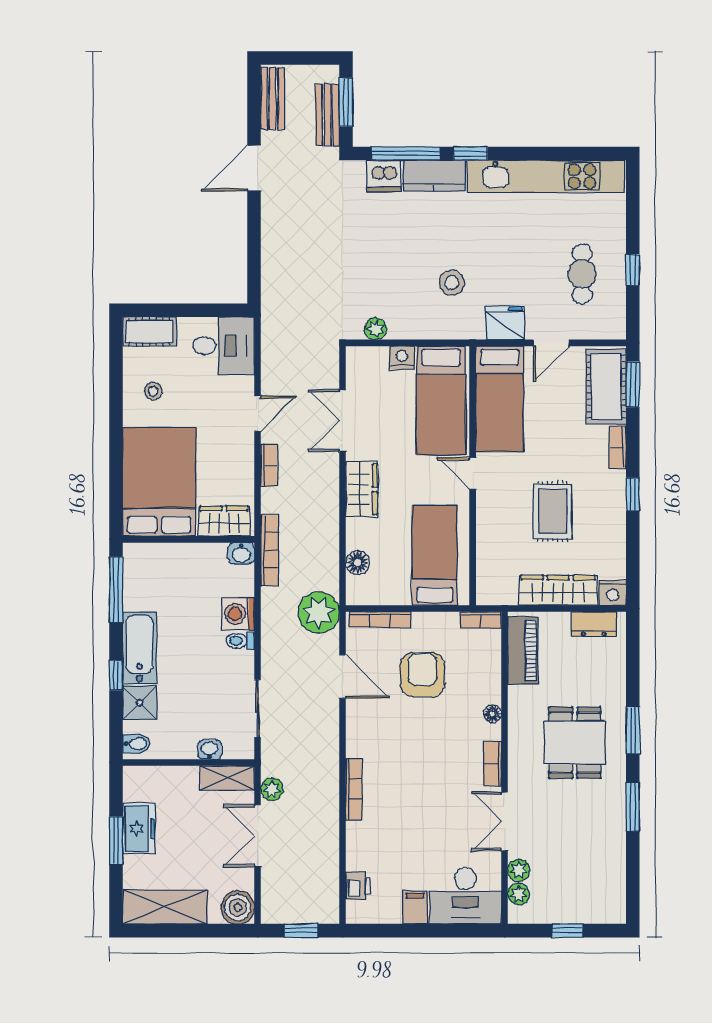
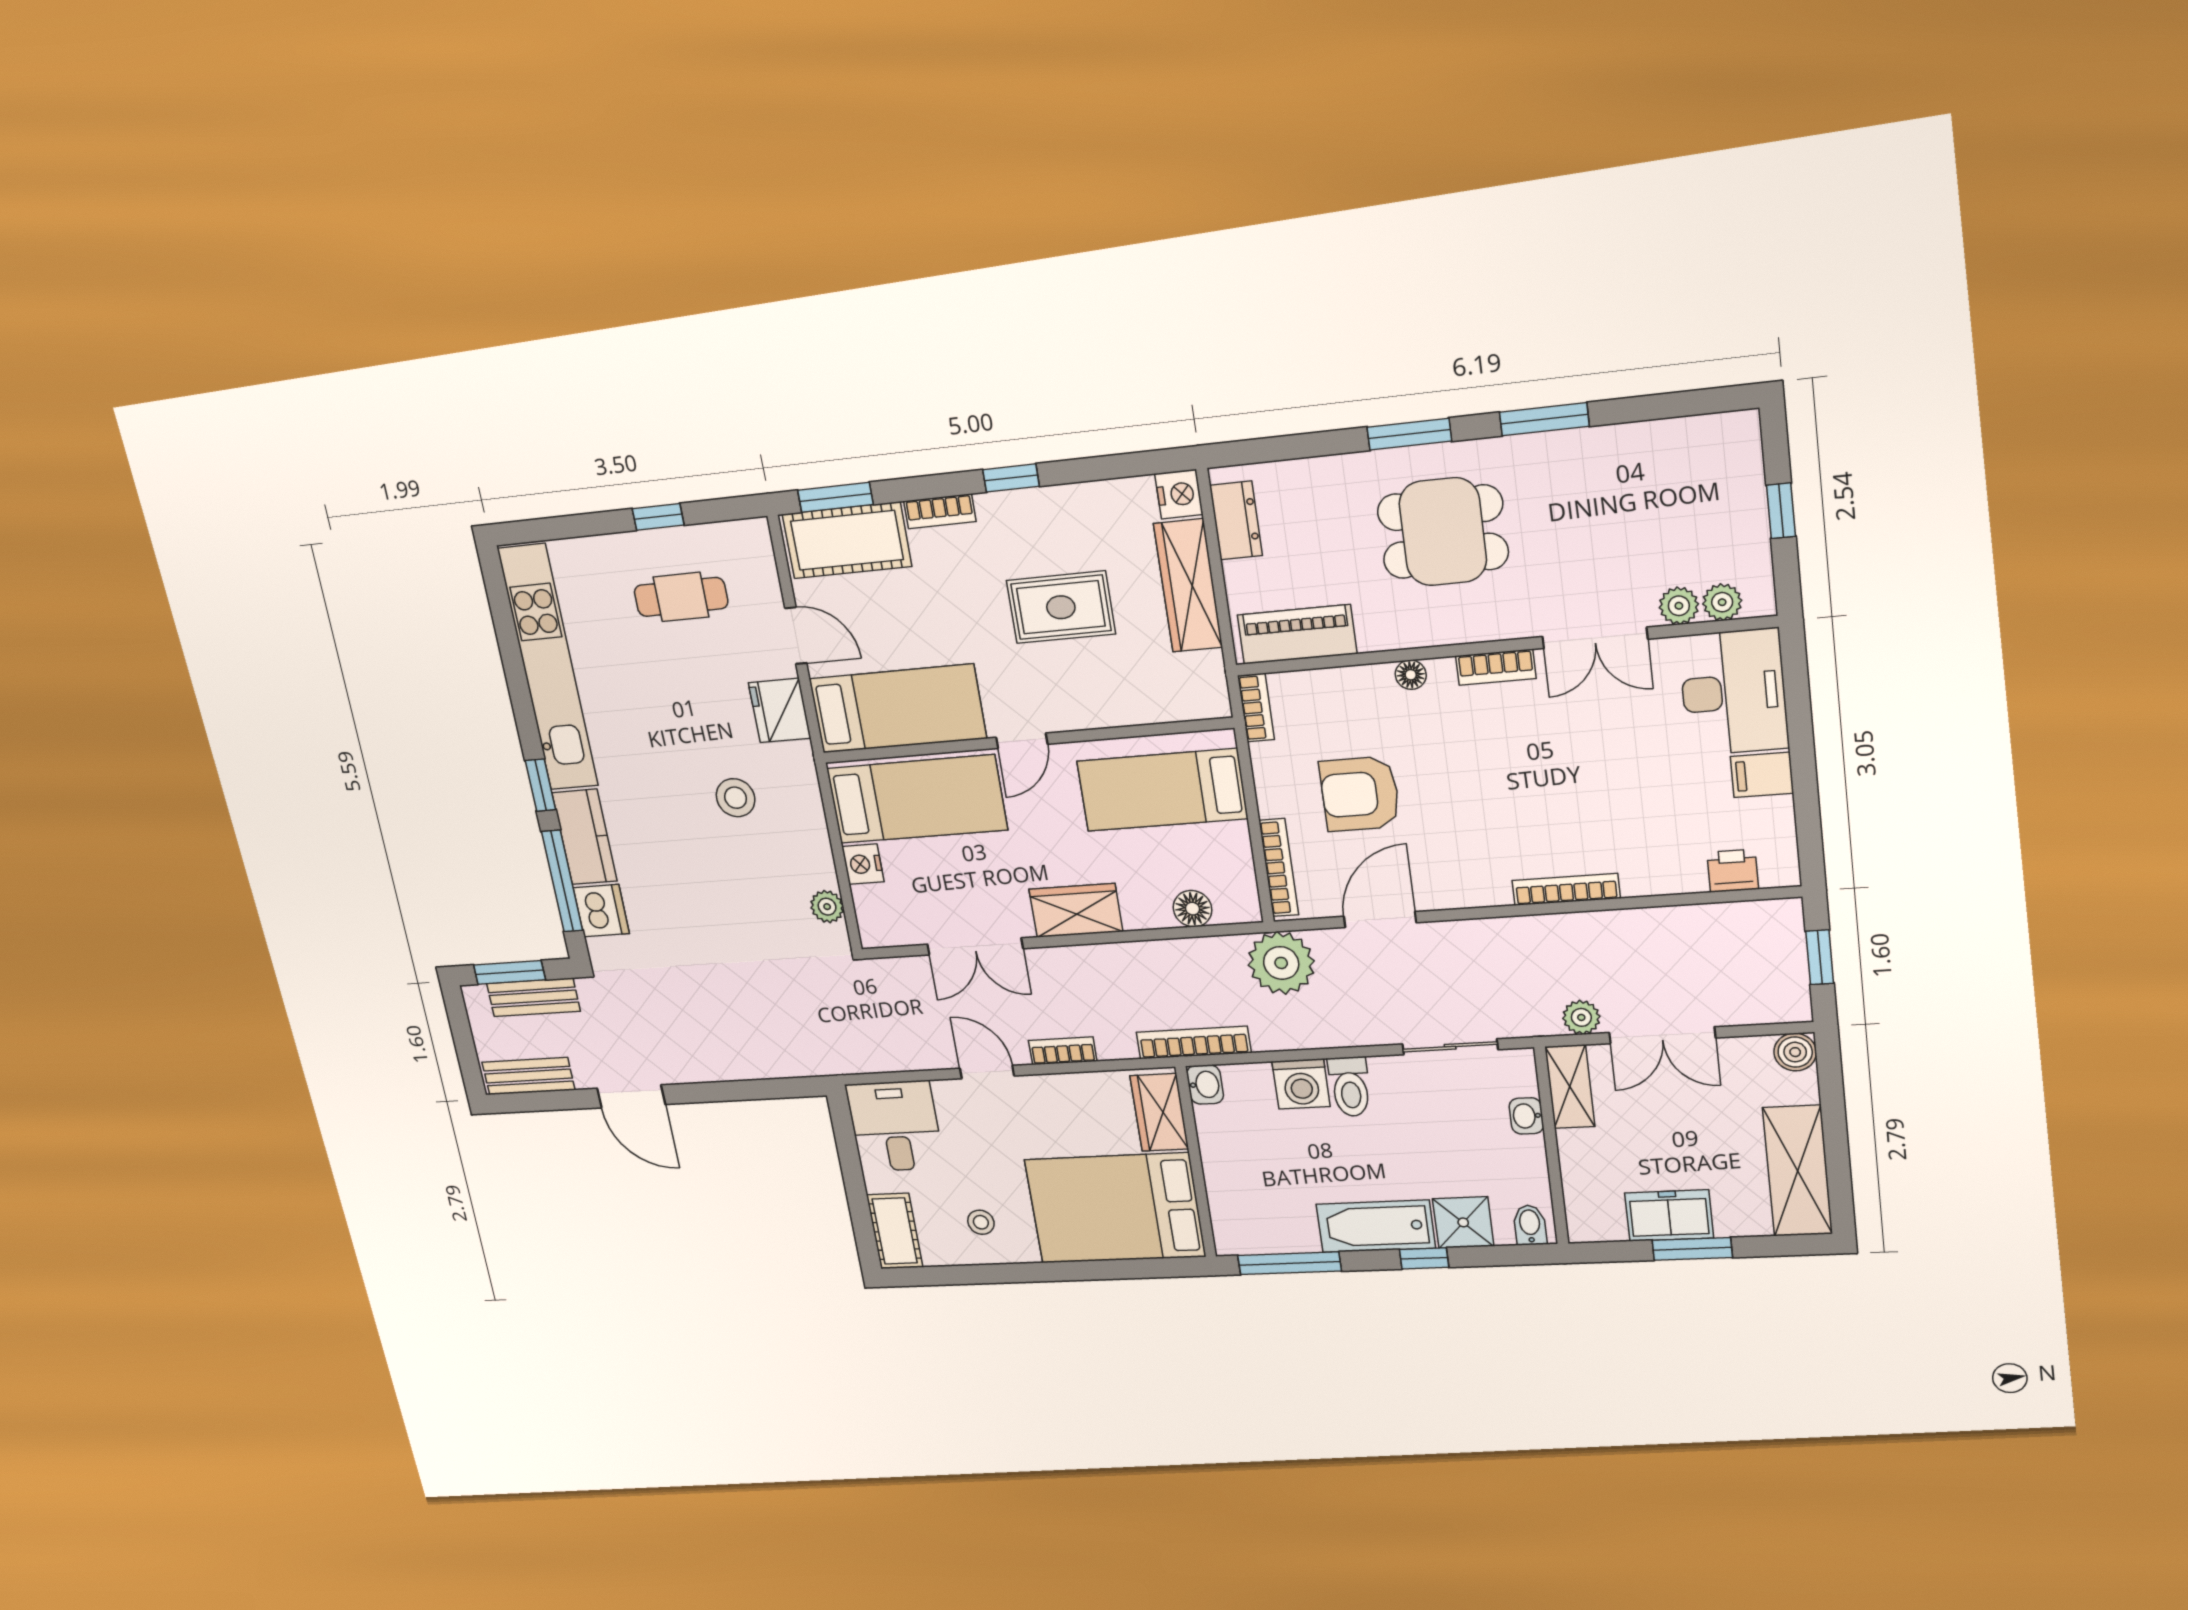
toilet: (240, 641) -> (1350, 1087), width x1.37, depth x1.39
boiler: (238, 907) -> (1795, 1052), width x0.73, depth x0.73

